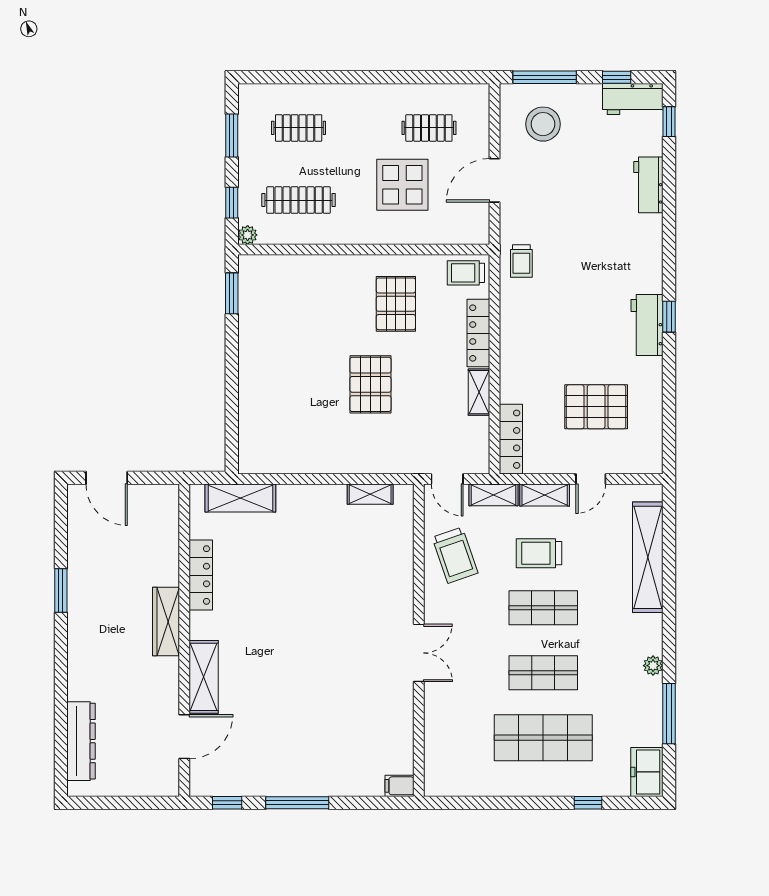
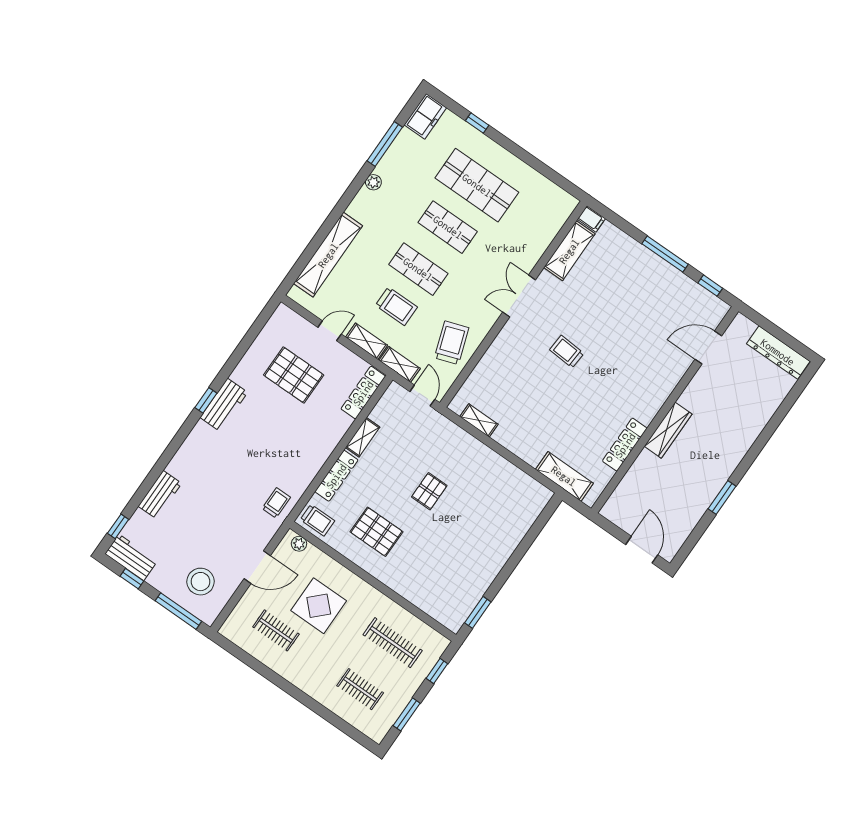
plant: (248, 235) -> (299, 544), moved
pallet: (396, 304) -> (376, 532), turned 90
pallet: (370, 384) -> (429, 491), width x0.67, depth x0.71
trolley: (329, 630) -> (567, 352), added
shelving: (204, 677) -> (569, 251), moved
dresser: (81, 741) -> (778, 352), moved, turned -90

